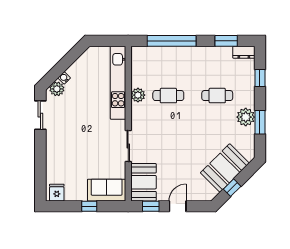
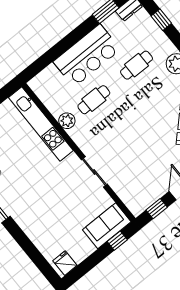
window: (172, 41) -> (58, 50), removed
bar counter: (188, 61) -> (87, 56), added
booth: (143, 182) -> (133, 193), removed
window: (89, 206) -> (117, 241), moved

